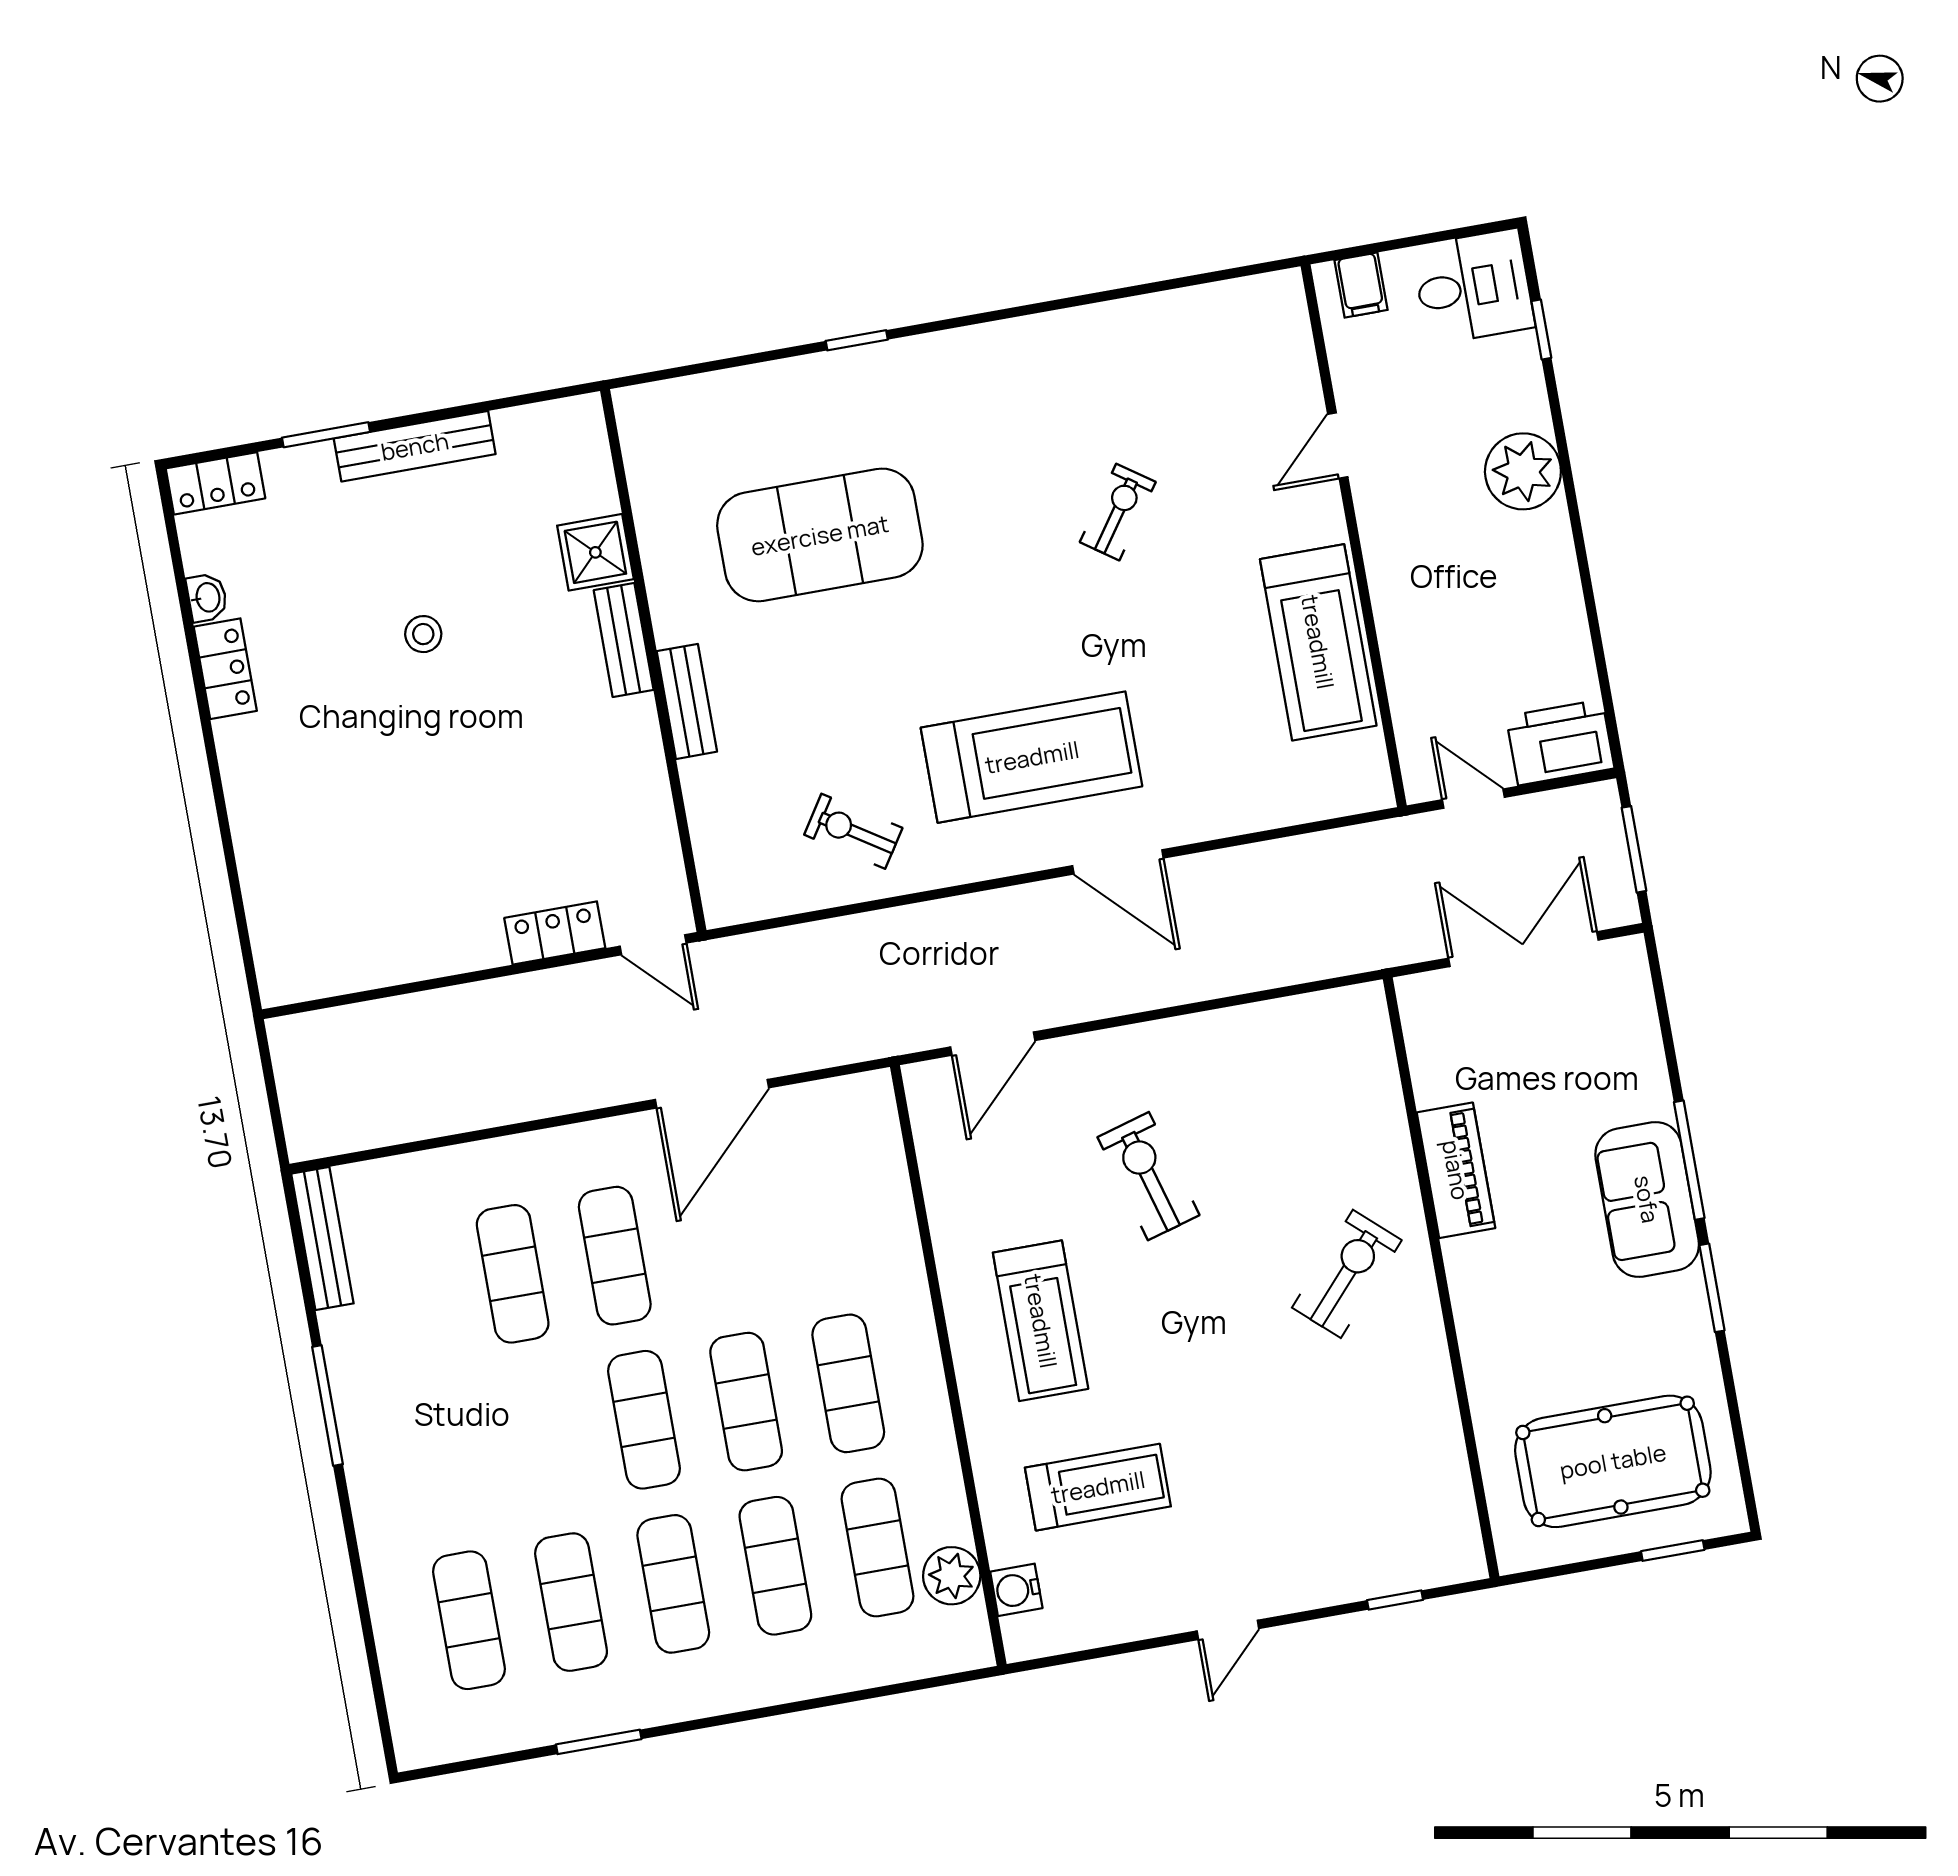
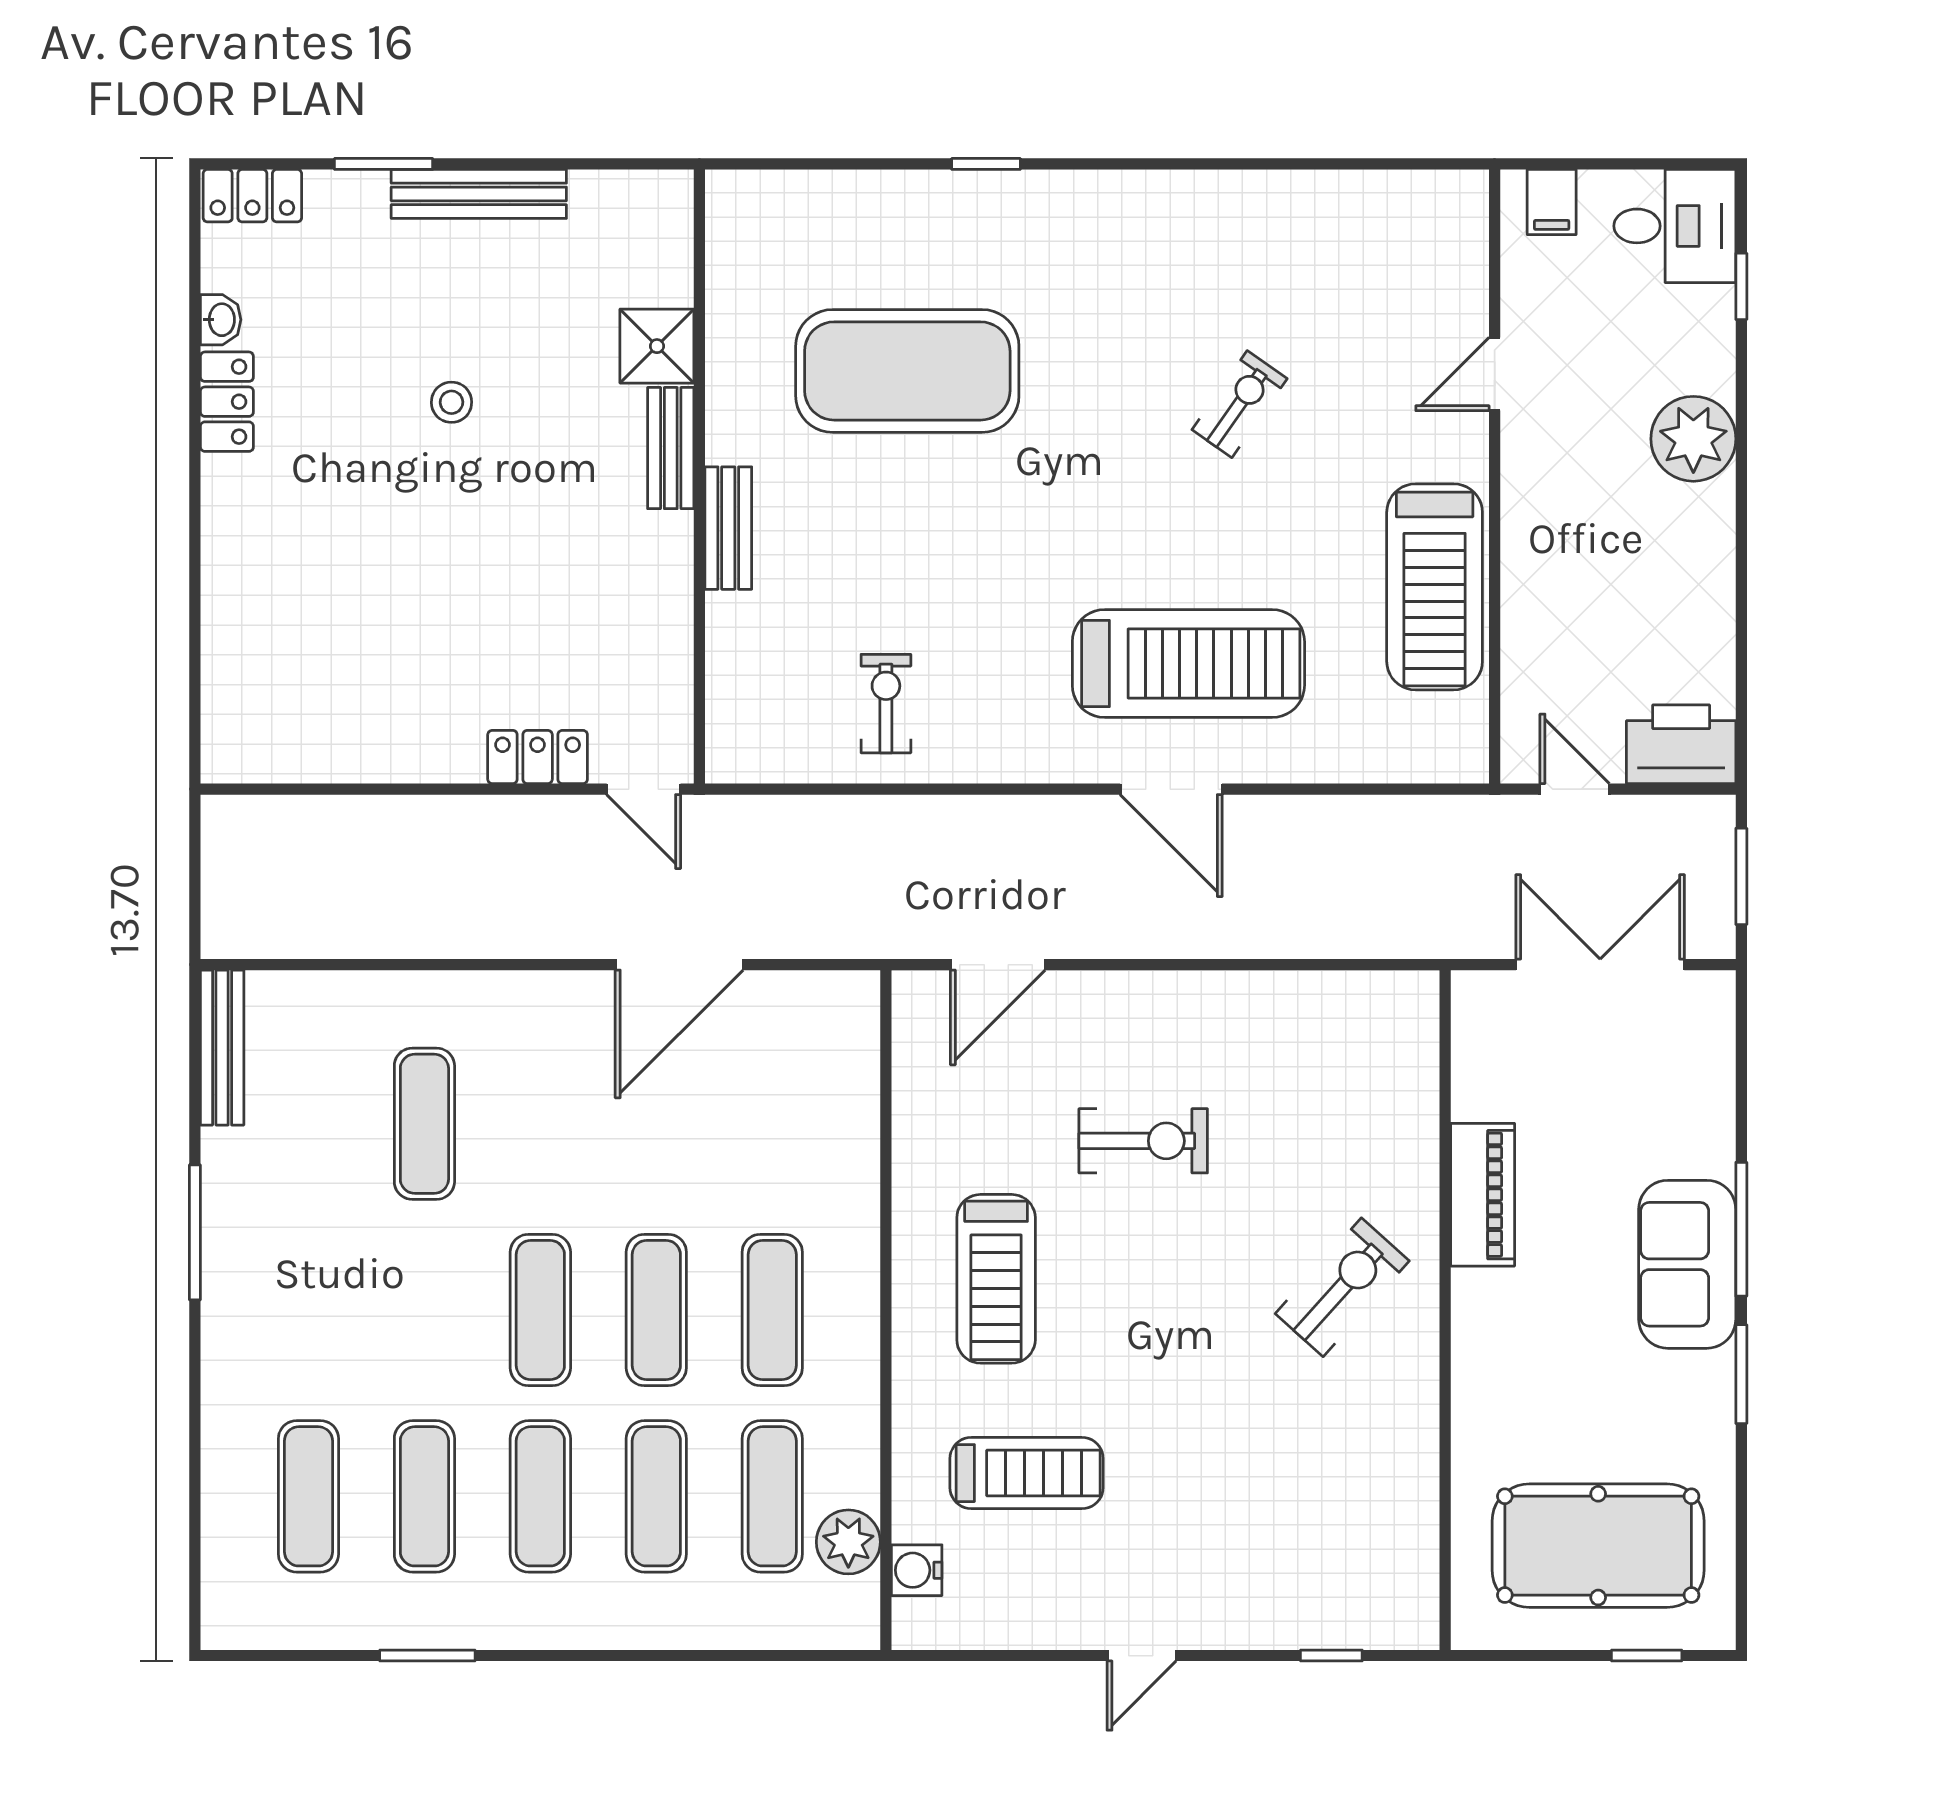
treadmill: (1032, 757) -> (1188, 664), moved
exercise bike: (853, 831) -> (886, 704), turned 57
exercise bike: (1148, 1176) -> (1143, 1141), turned 106
exercise mat: (615, 1256) -> (540, 1124), removed

